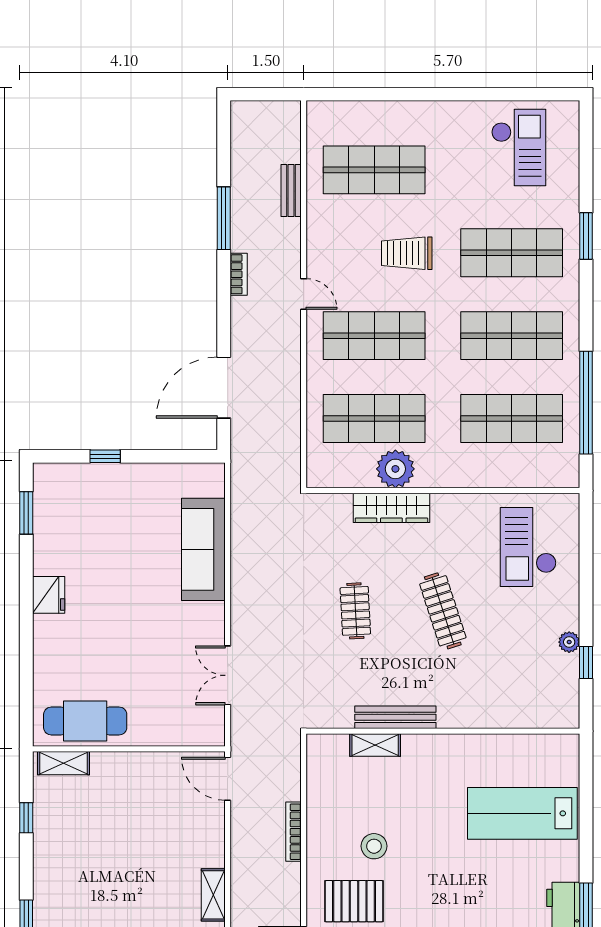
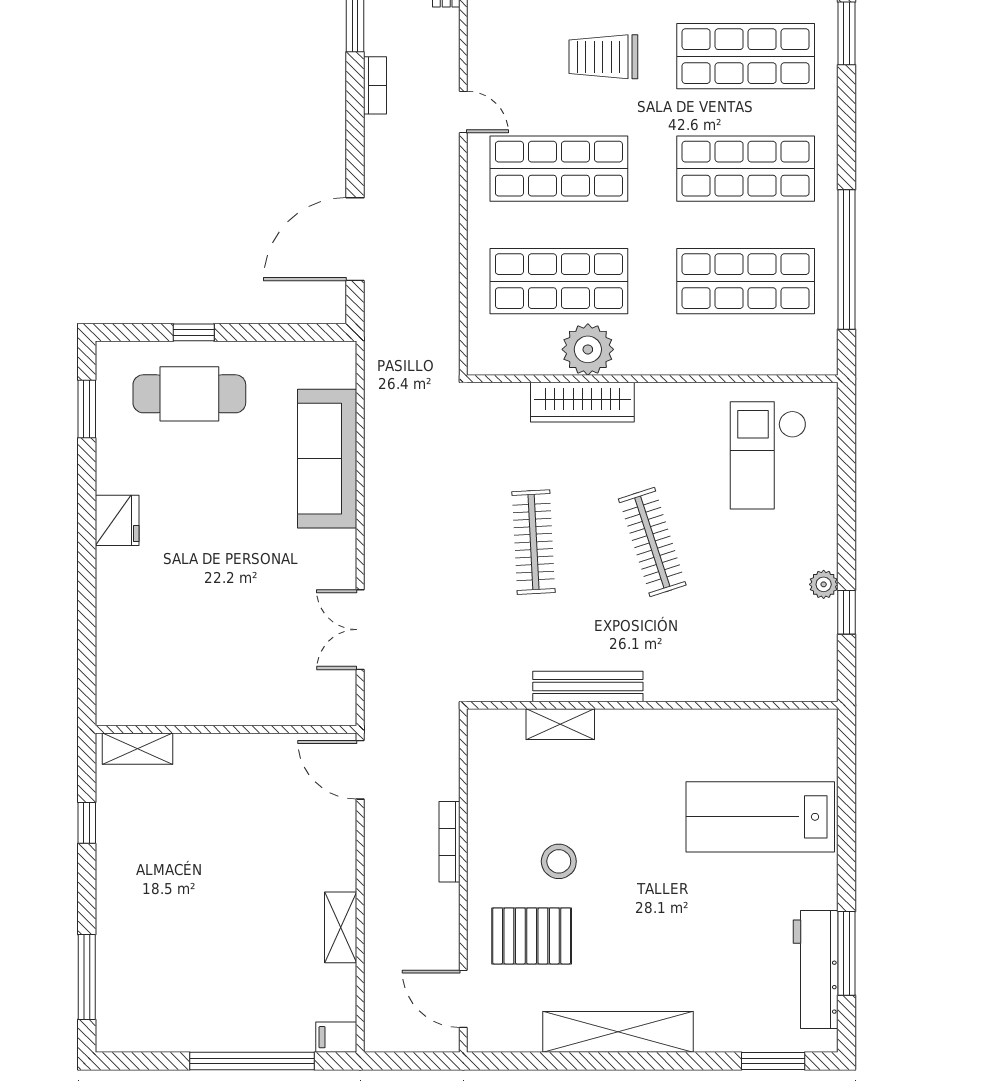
clothes rail: (355, 611) -> (533, 542), width x1.36
cafe table: (85, 721) -> (189, 394), moved

